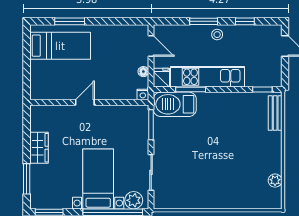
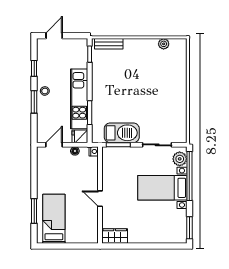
barbecue: (175, 104) -> (122, 133), moved, turned -90
wardrobe: (39, 148) -> (115, 236), moved
window: (27, 179) -> (162, 246), removed

